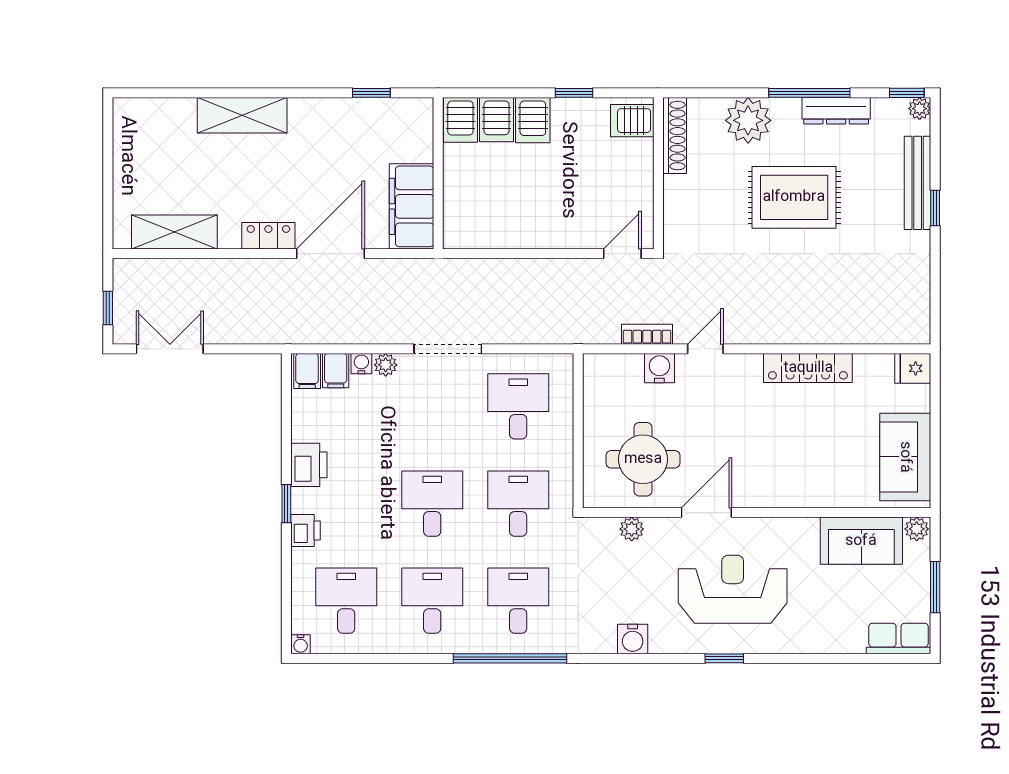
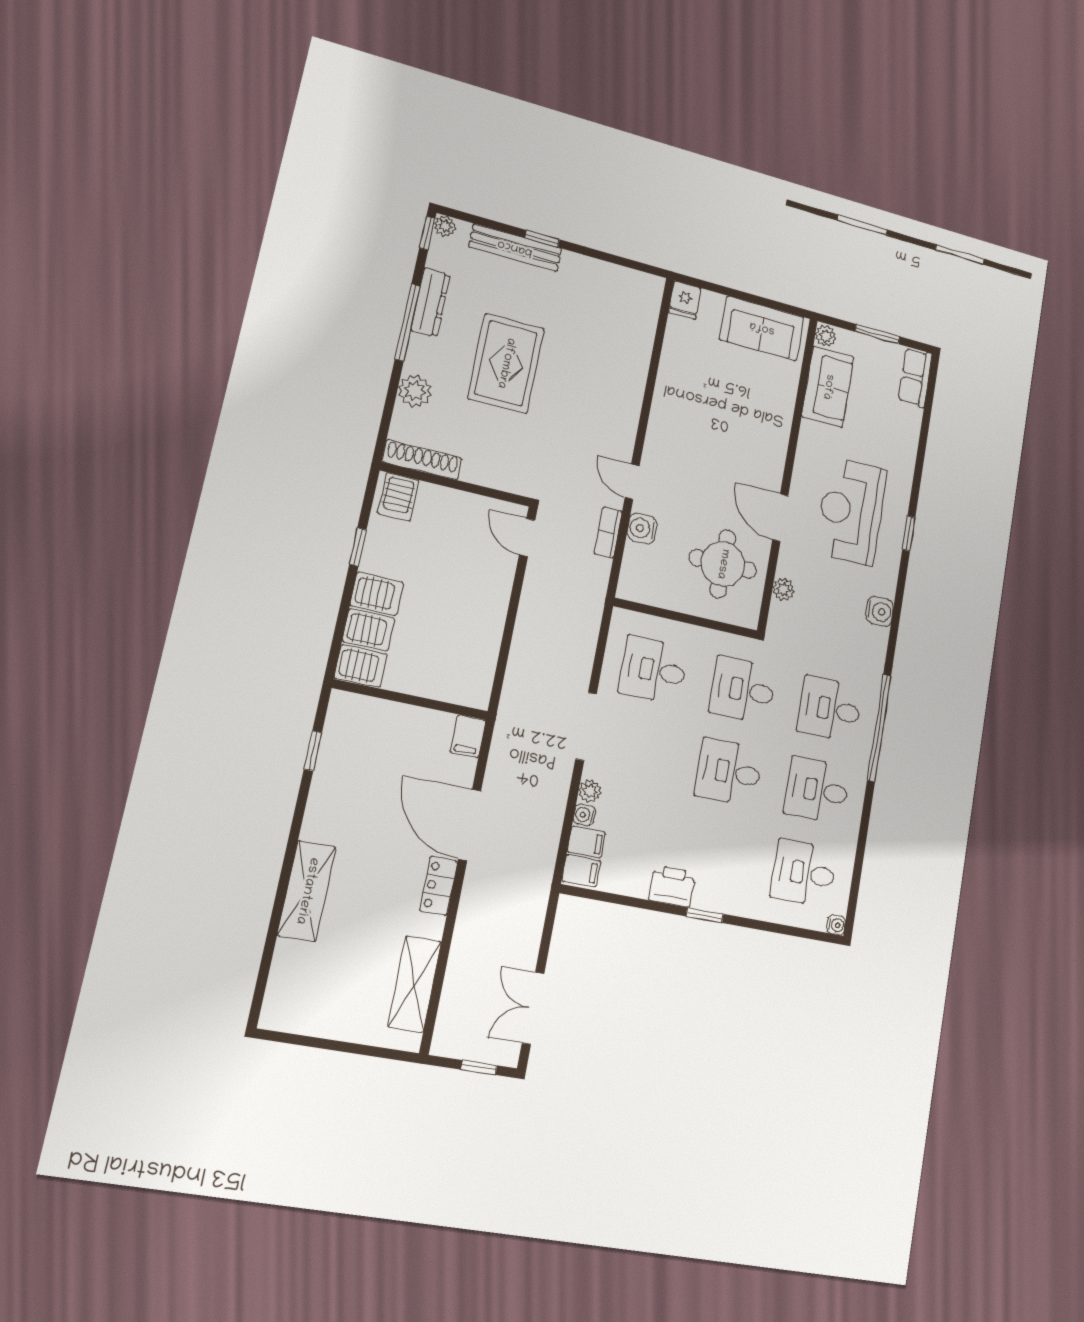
plant: (748, 120) -> (415, 391), width x0.73, depth x0.73
filing cabinet: (412, 206) -> (468, 736), width x0.33, depth x0.86
locker: (808, 368) -> (667, 393), removed
printer: (305, 530) -> (733, 901), removed

